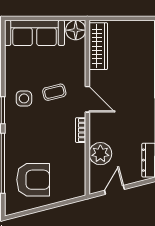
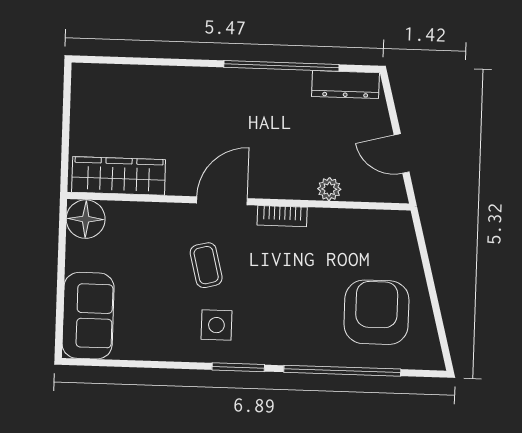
sofa: (35, 33) -> (88, 316), width x0.73
plant: (100, 154) -> (329, 189), width x0.53, depth x0.53

